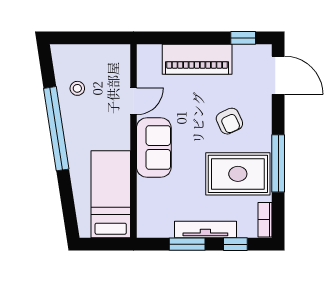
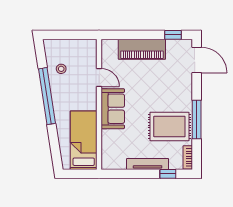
door: (133, 101) -> (99, 78), hinge flipped
armchair: (229, 121) -> (164, 91), removed
window: (187, 244) -> (135, 174), removed

